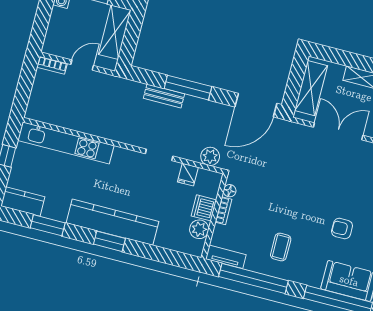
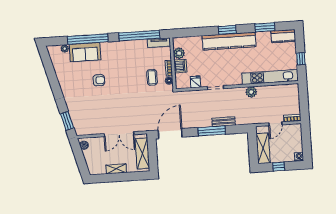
plant: (210, 156) -> (251, 92), moved
coffee table: (281, 247) -> (152, 77), moved

